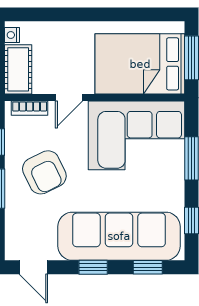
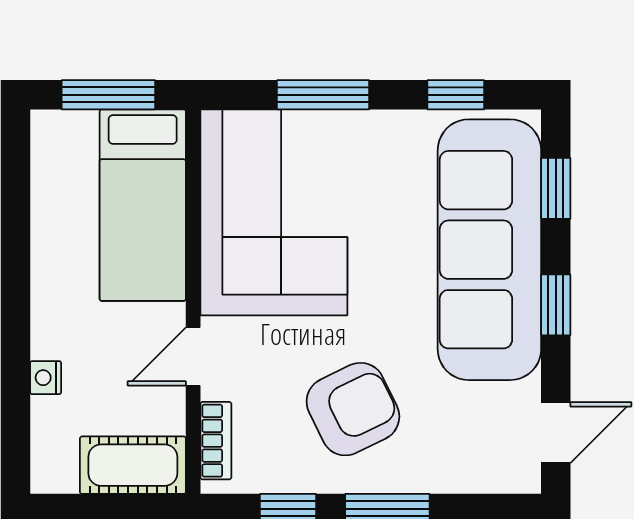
nightstand: (12, 35) -> (46, 378), moved, turned 90
bed: (140, 64) -> (143, 205), width x0.67
door: (69, 98) -> (193, 356), swing flipped

